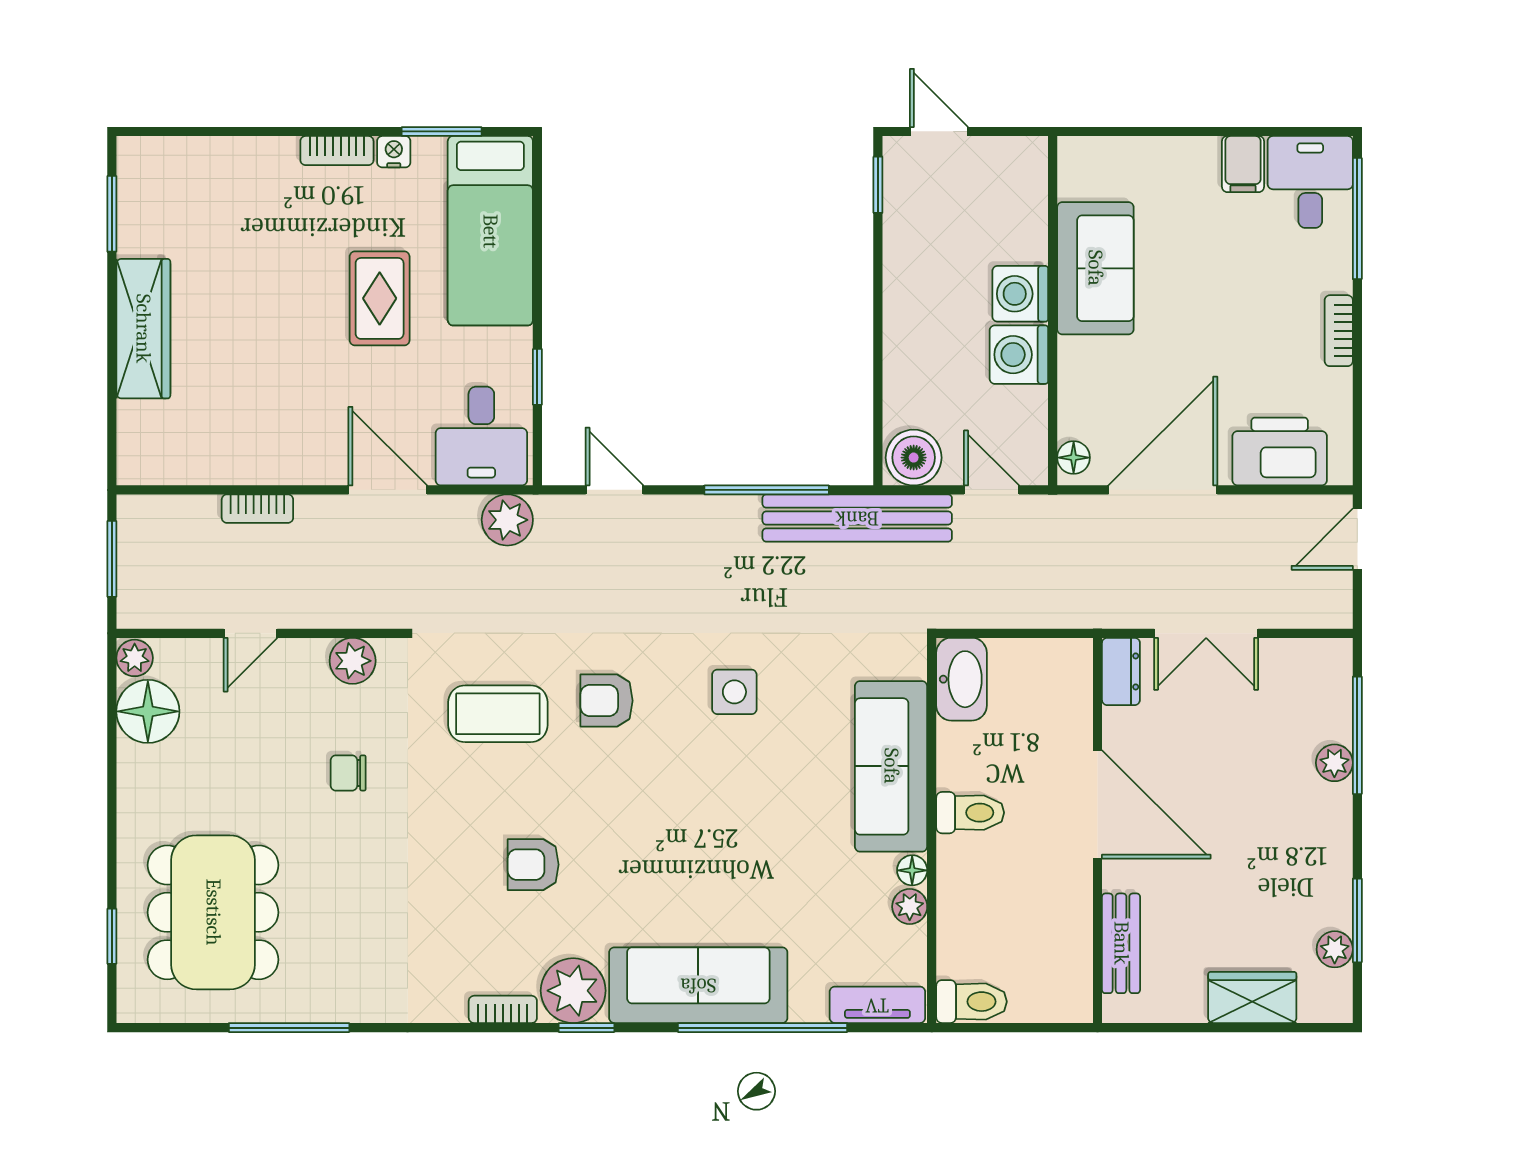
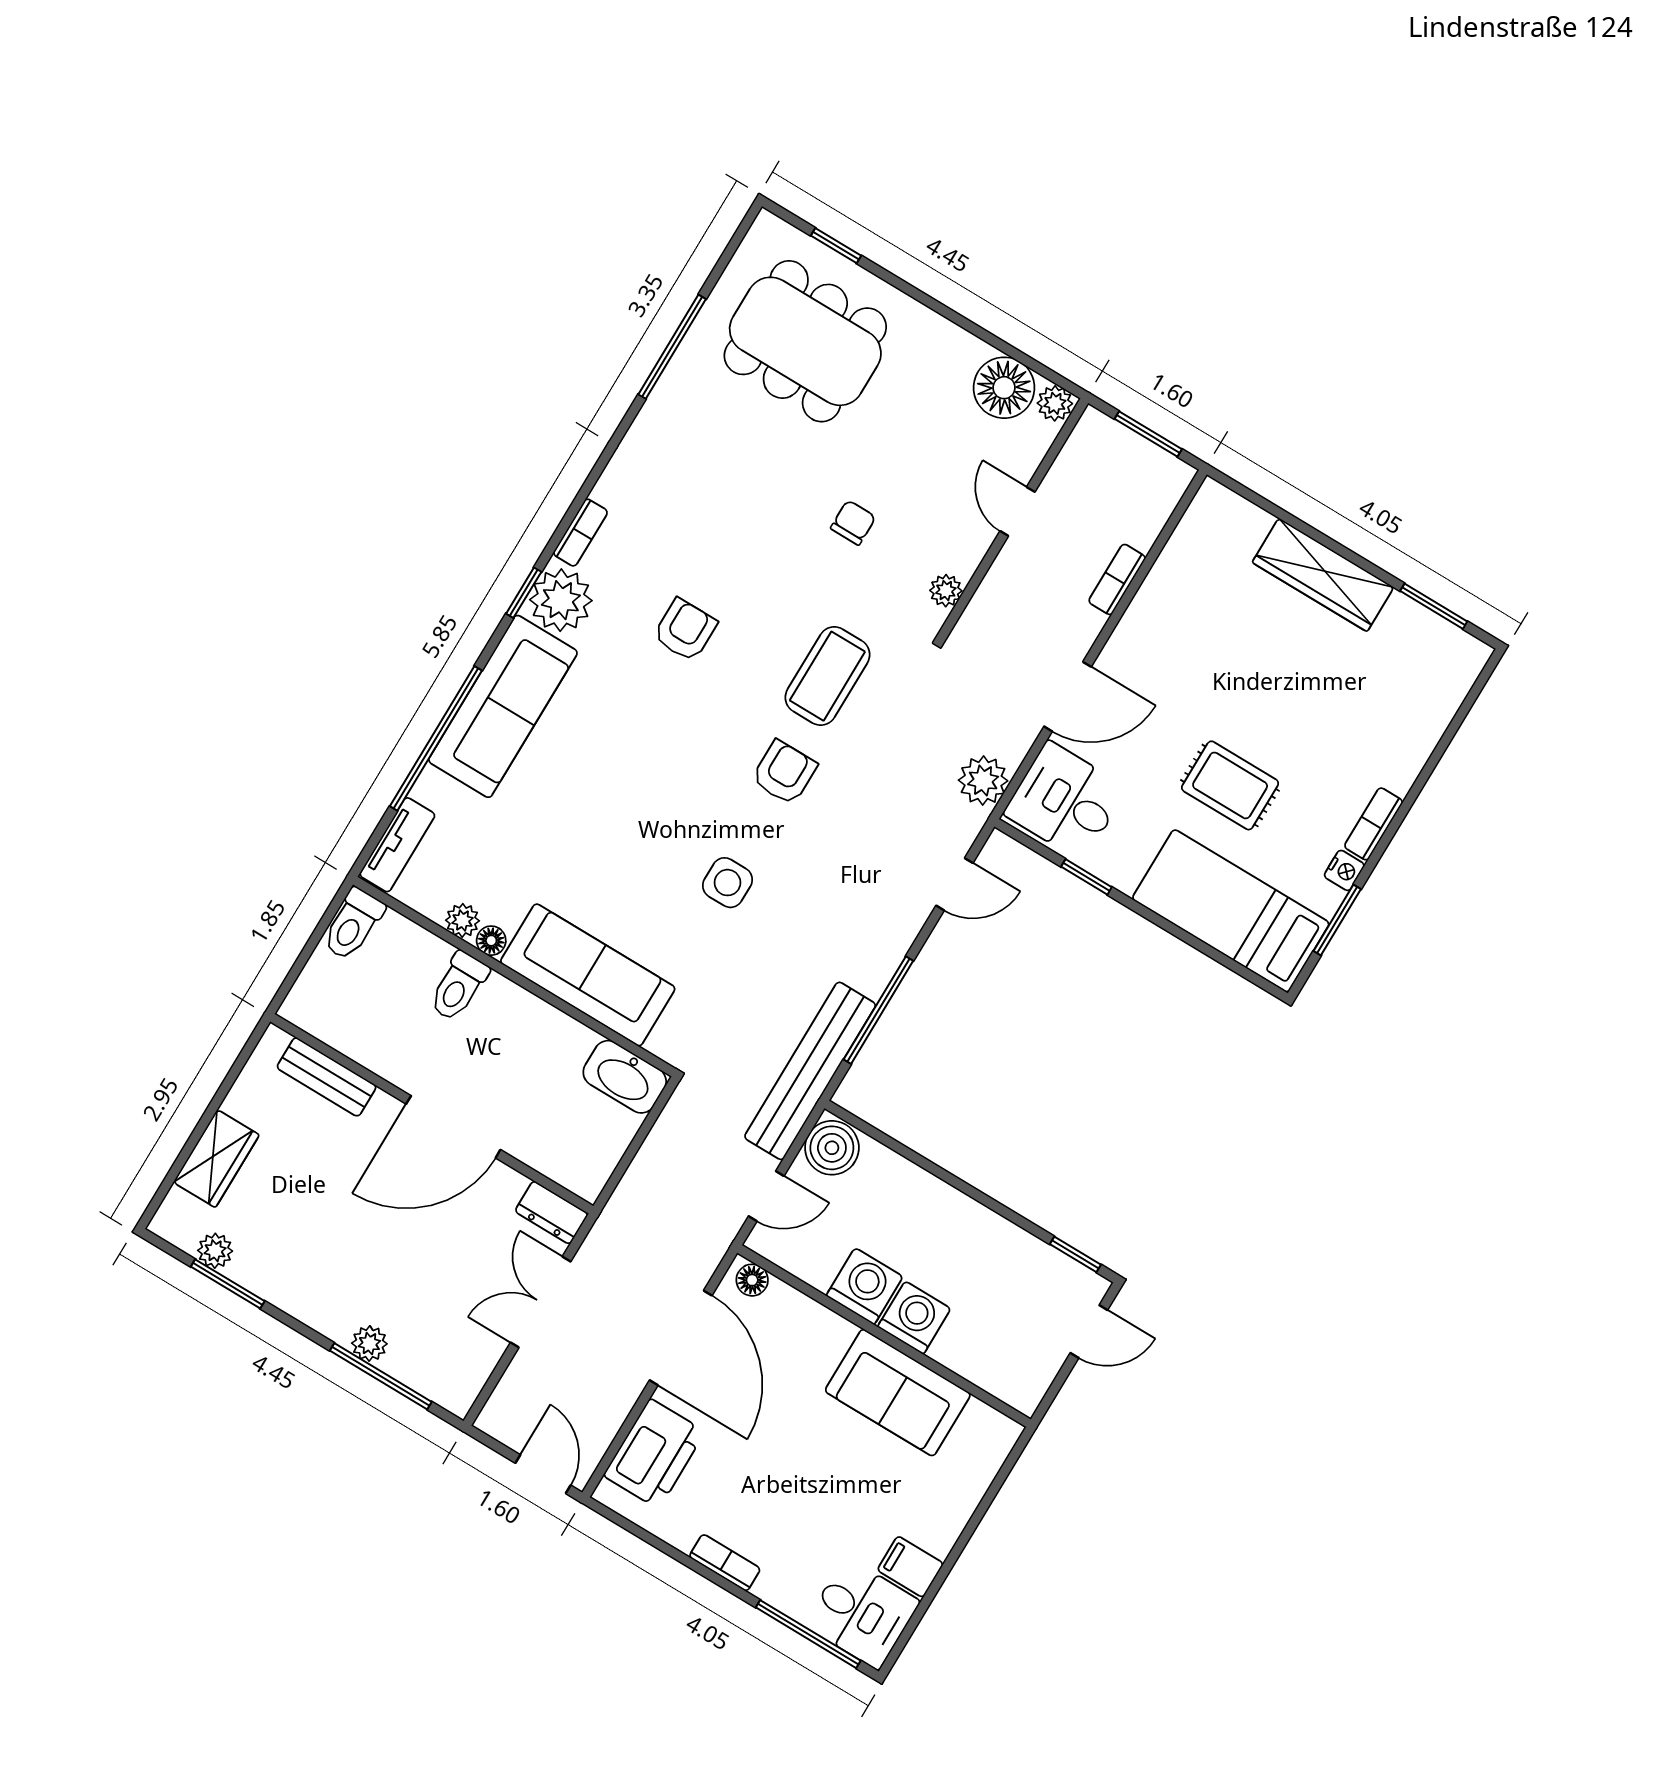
plant: (353, 661) -> (946, 591), width x0.73, depth x0.73
toilet: (970, 813) -> (459, 986), moved

